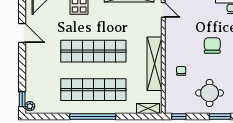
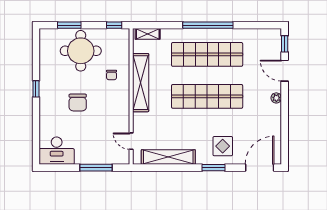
door: (22, 33) -> (285, 71), moved
round table: (210, 93) -> (81, 51), width x1.36, depth x1.36
plant: (30, 106) -> (276, 98), moved

